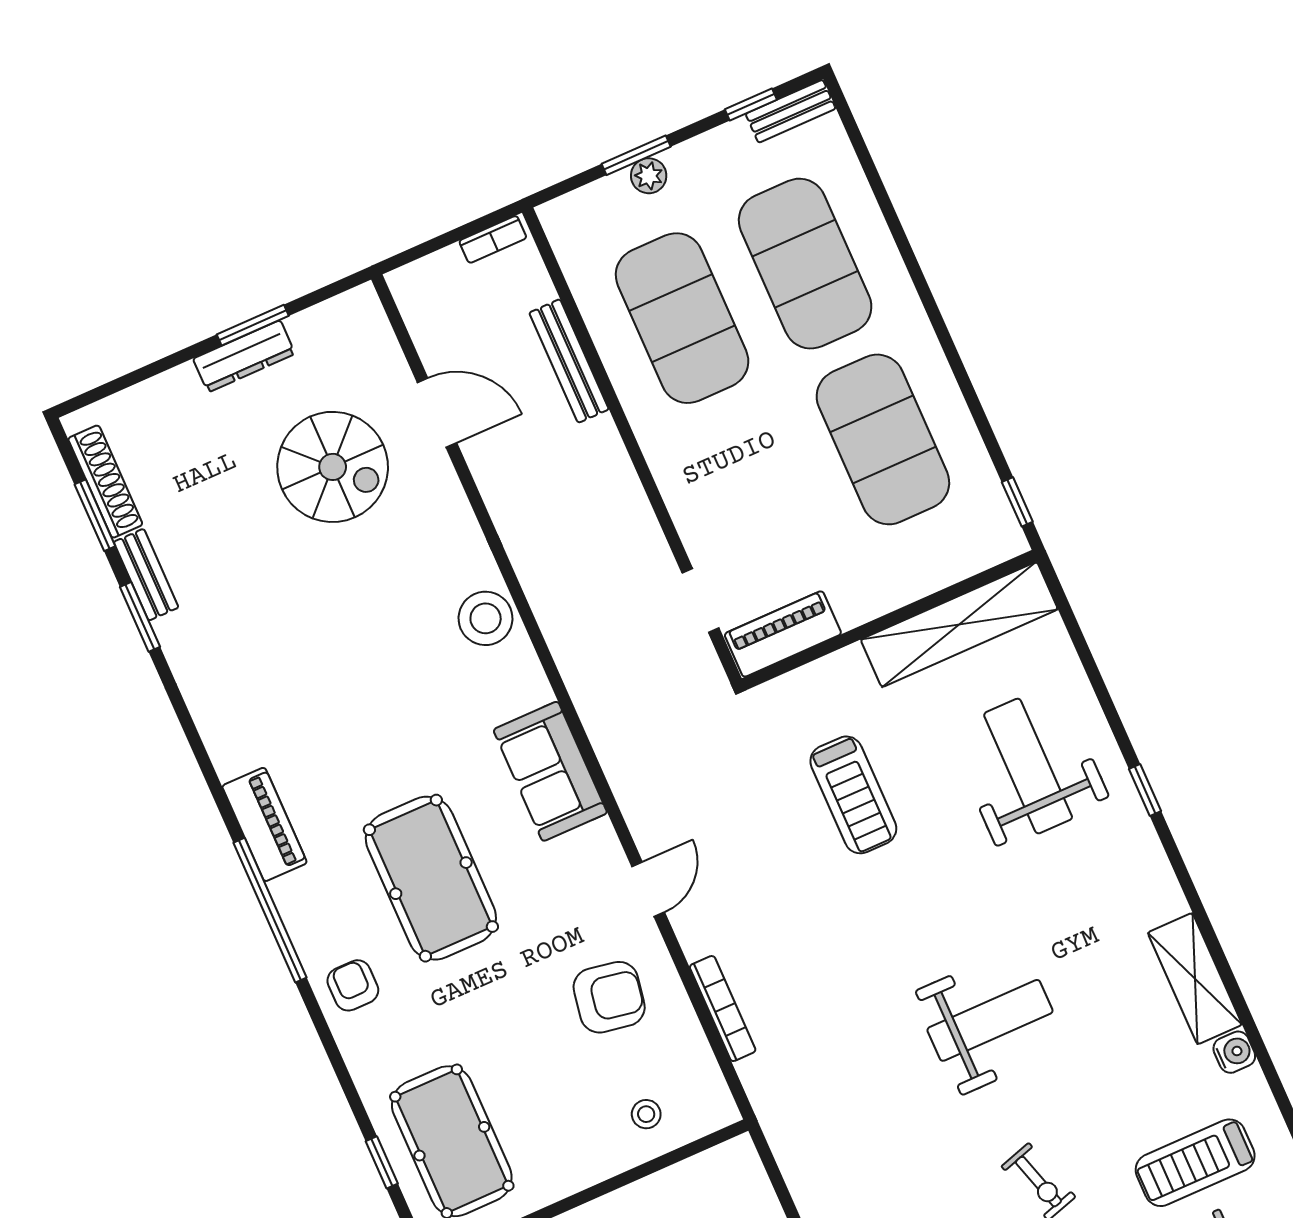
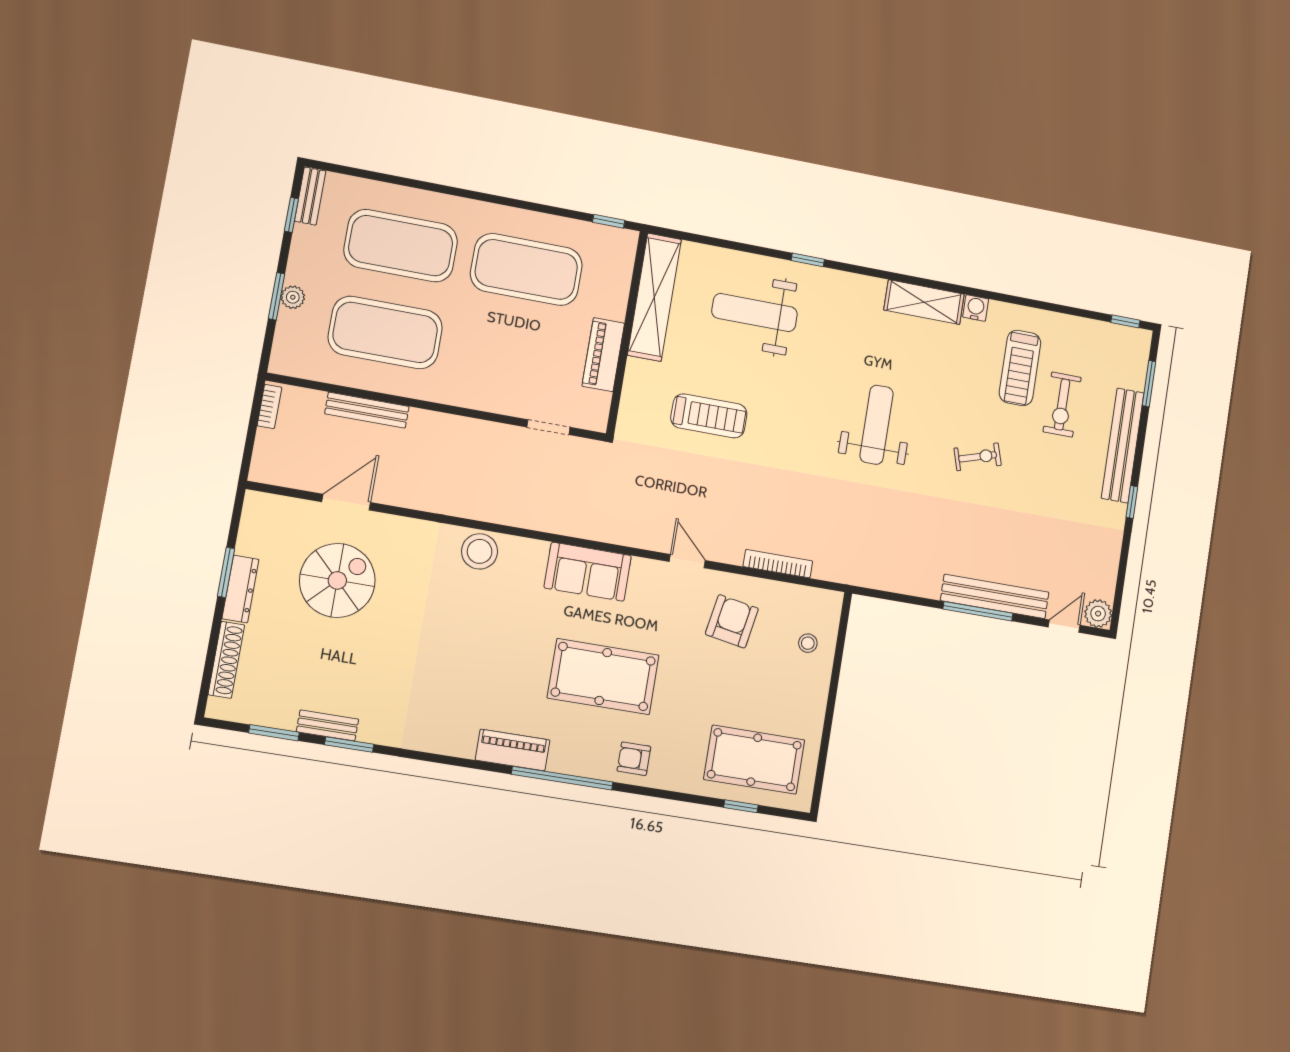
shoe rack: (105, 482) -> (226, 660), moved, turned 90
piano: (783, 634) -> (603, 355), moved

